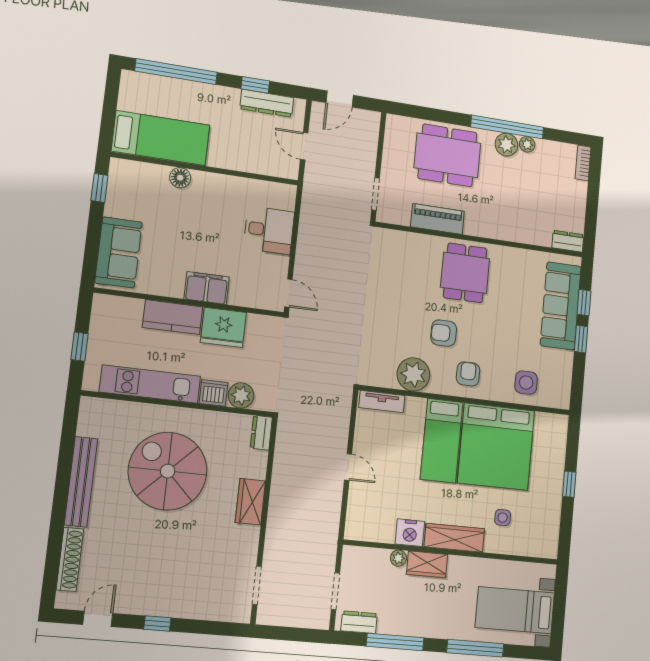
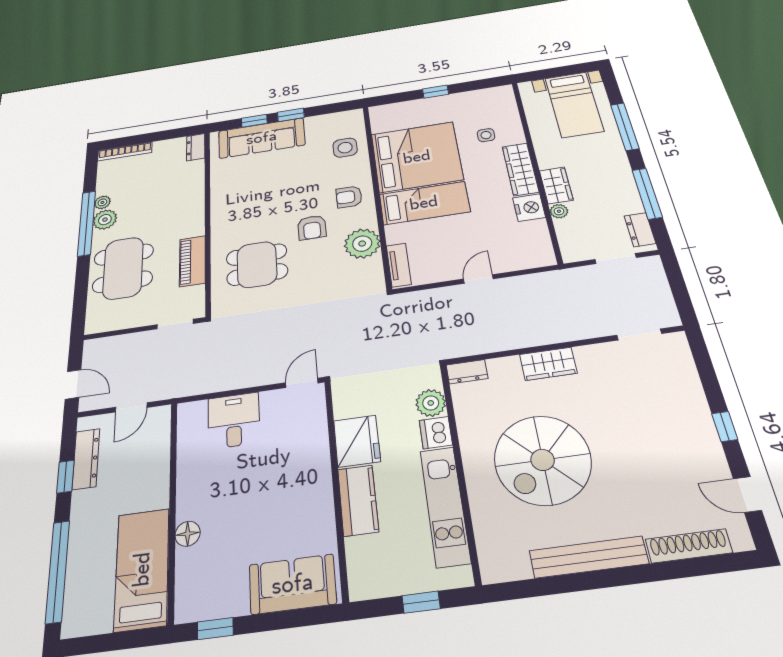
bookcase: (583, 163) -> (125, 152), width x1.56
dining table: (465, 273) -> (257, 265), moved
filing cabinet: (207, 288) -> (315, 471), removed

